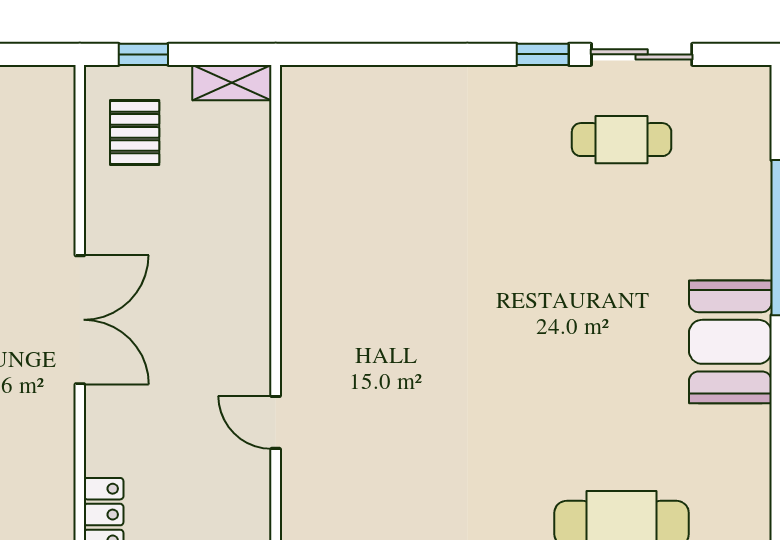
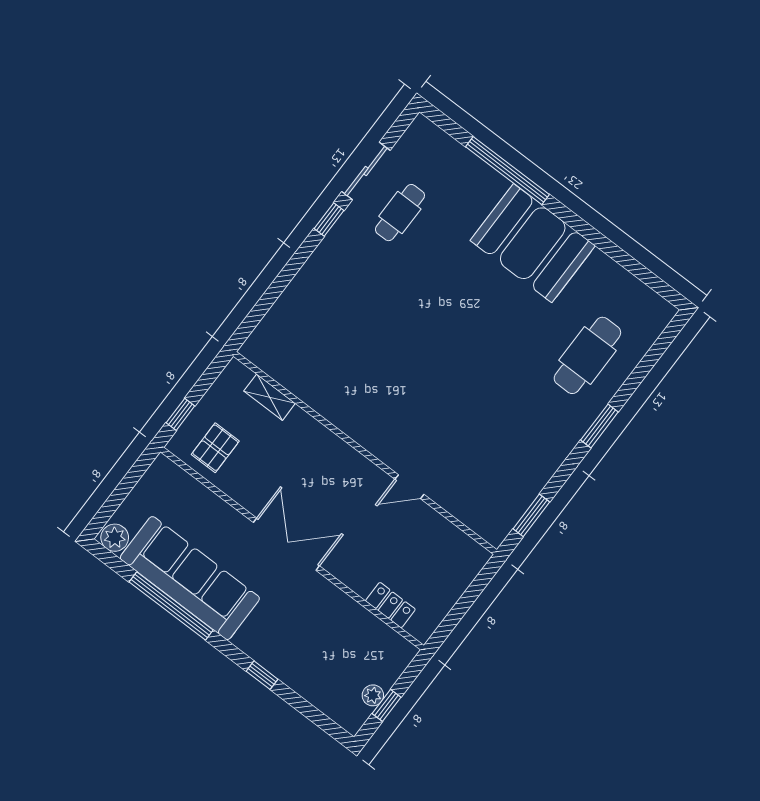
shelving: (232, 83) -> (270, 397), moved, turned 90
pallet: (135, 132) -> (215, 448), turned 90
booth: (730, 342) -> (533, 243), width x1.36, depth x1.42

